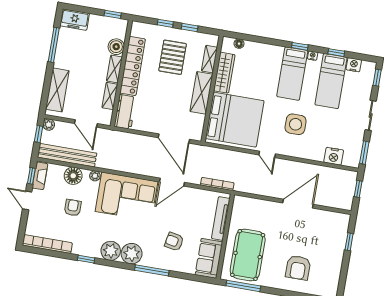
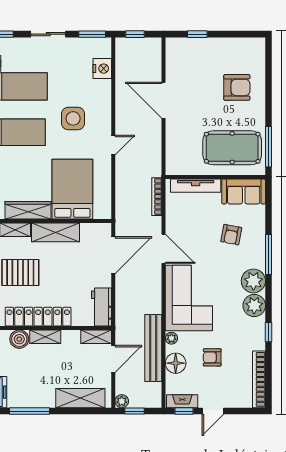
shelving: (110, 96) -> (96, 337), moved
workbench: (125, 112) -> (101, 307), moved, turned -90
bed: (235, 120) -> (72, 189), width x0.73
bench: (67, 155) -> (153, 348), moved

